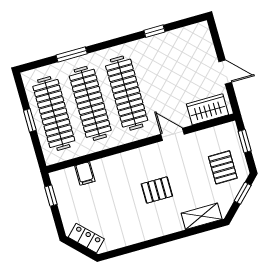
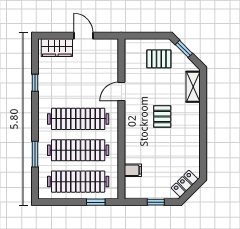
door: (225, 72) -> (83, 36), hinge flipped
wardrobe: (207, 109) -> (57, 48), moved, turned -90
window: (30, 120) -> (96, 202), moved
window: (245, 141) -> (143, 36), removed
window: (51, 196) -> (156, 202), moved

